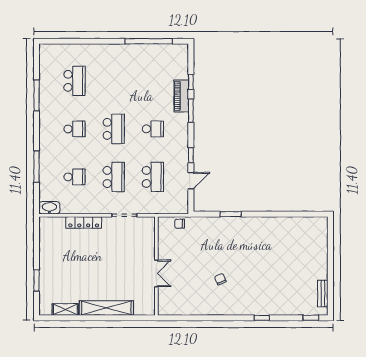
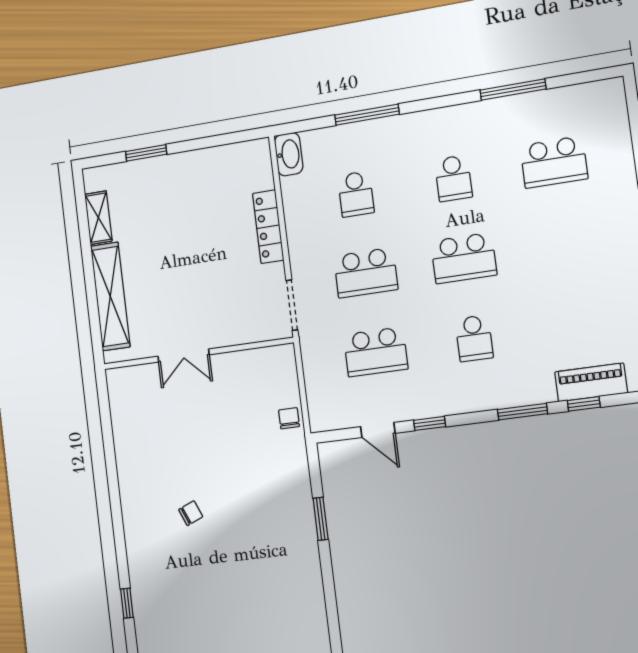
piano: (181, 96) -> (591, 382), moved
wall: (156, 266) -> (198, 353), moved
double door: (156, 273) -> (184, 356), moved

